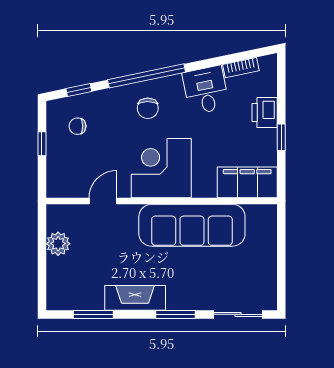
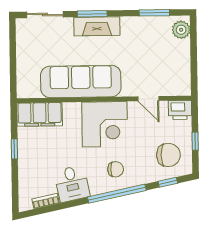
chair: (148, 108) -> (116, 169), turned 90
printer: (265, 113) -> (180, 110), moved, turned 90
chair: (77, 126) -> (168, 155), width x1.87, depth x1.87
door: (103, 201) -> (148, 99), hinge flipped
plant: (58, 244) -> (181, 30), moved
fireplace: (135, 298) -> (97, 26), moved

